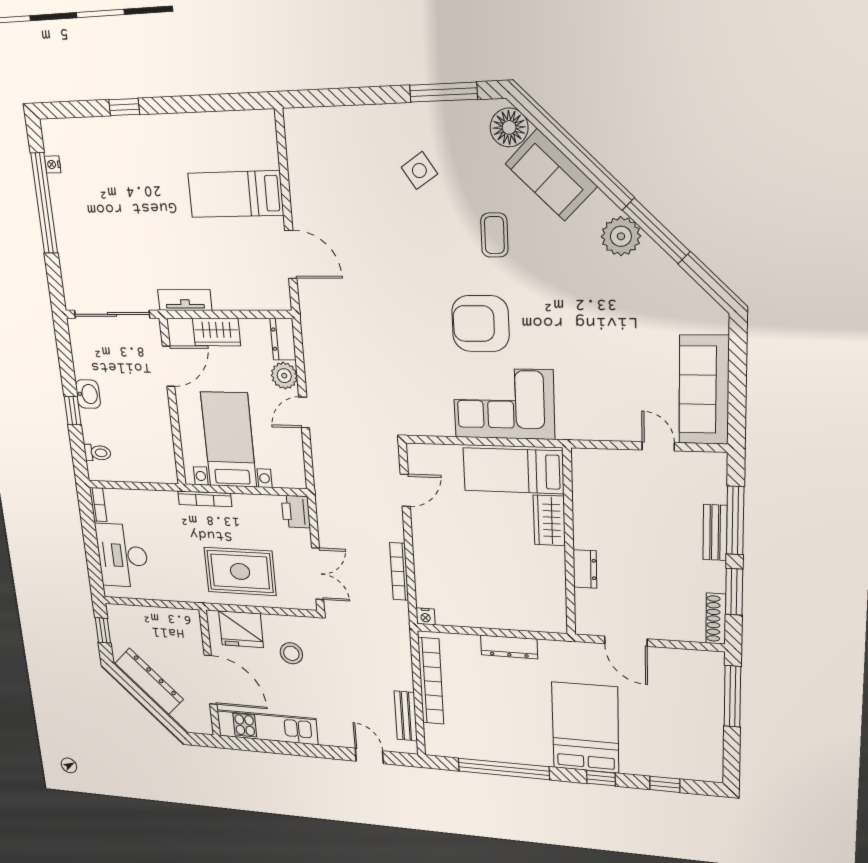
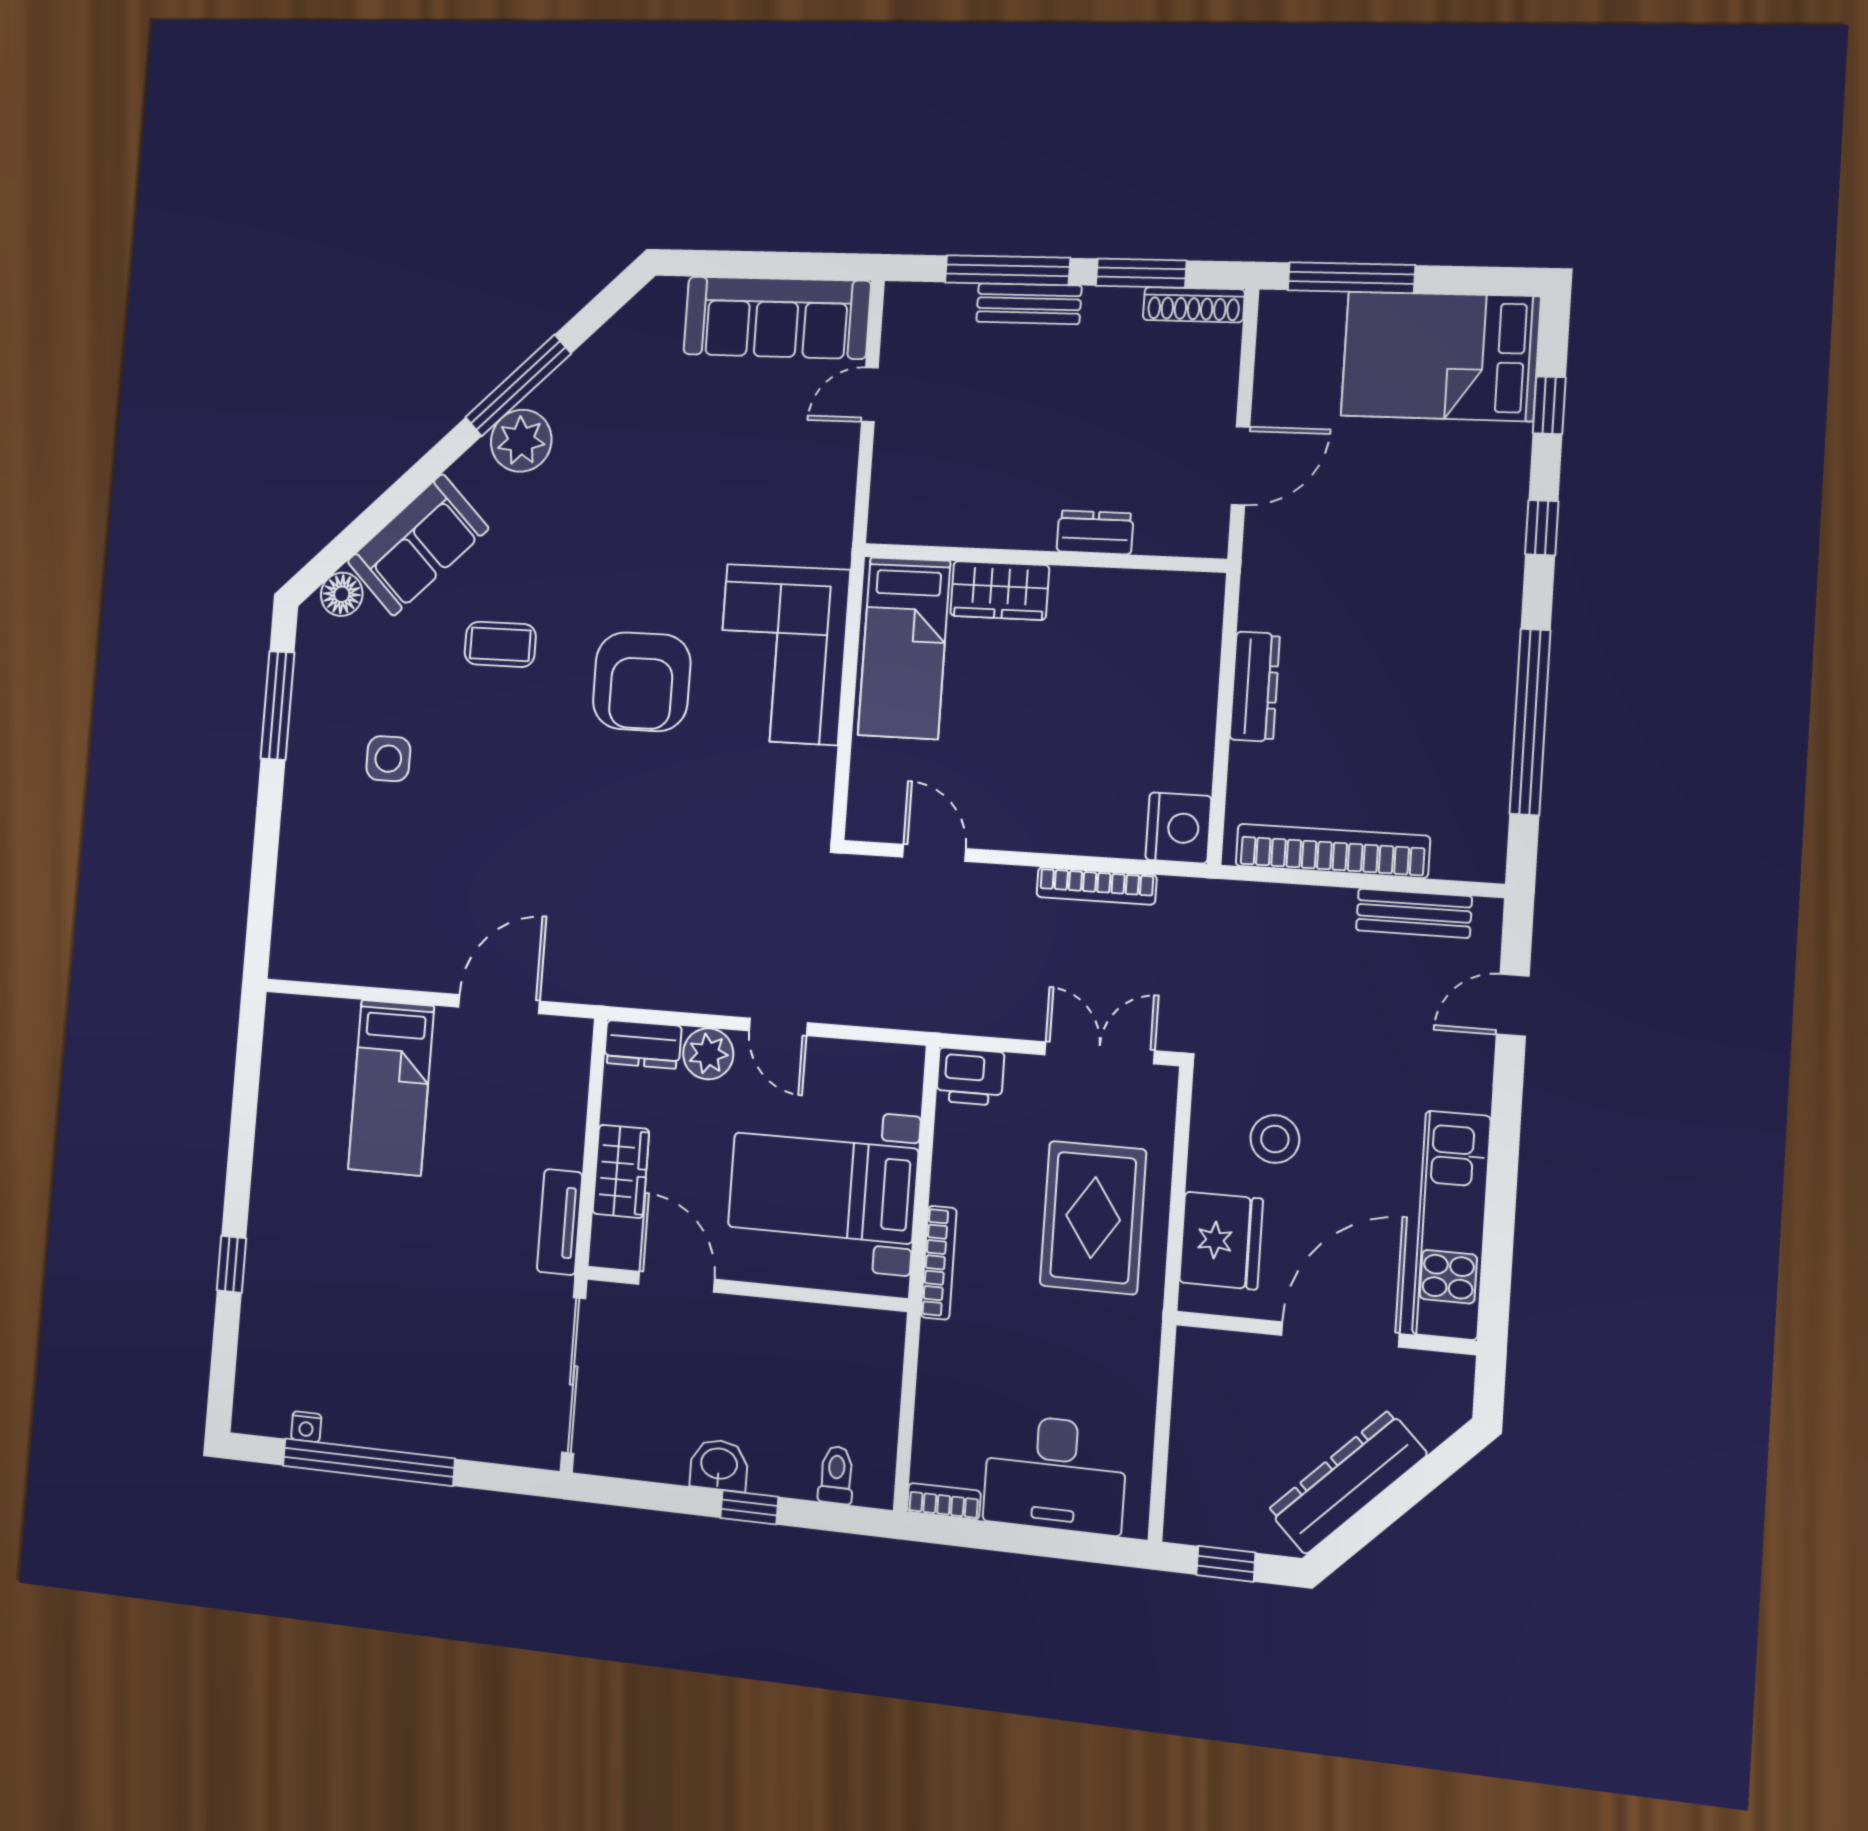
floor lamp: (509, 127) -> (342, 594), width x0.73, depth x0.73
side table: (419, 171) -> (388, 759), turned 33
nightstand: (425, 616) -> (1178, 828), width x1.89, depth x1.79
bed: (585, 728) -> (1440, 356), moved

